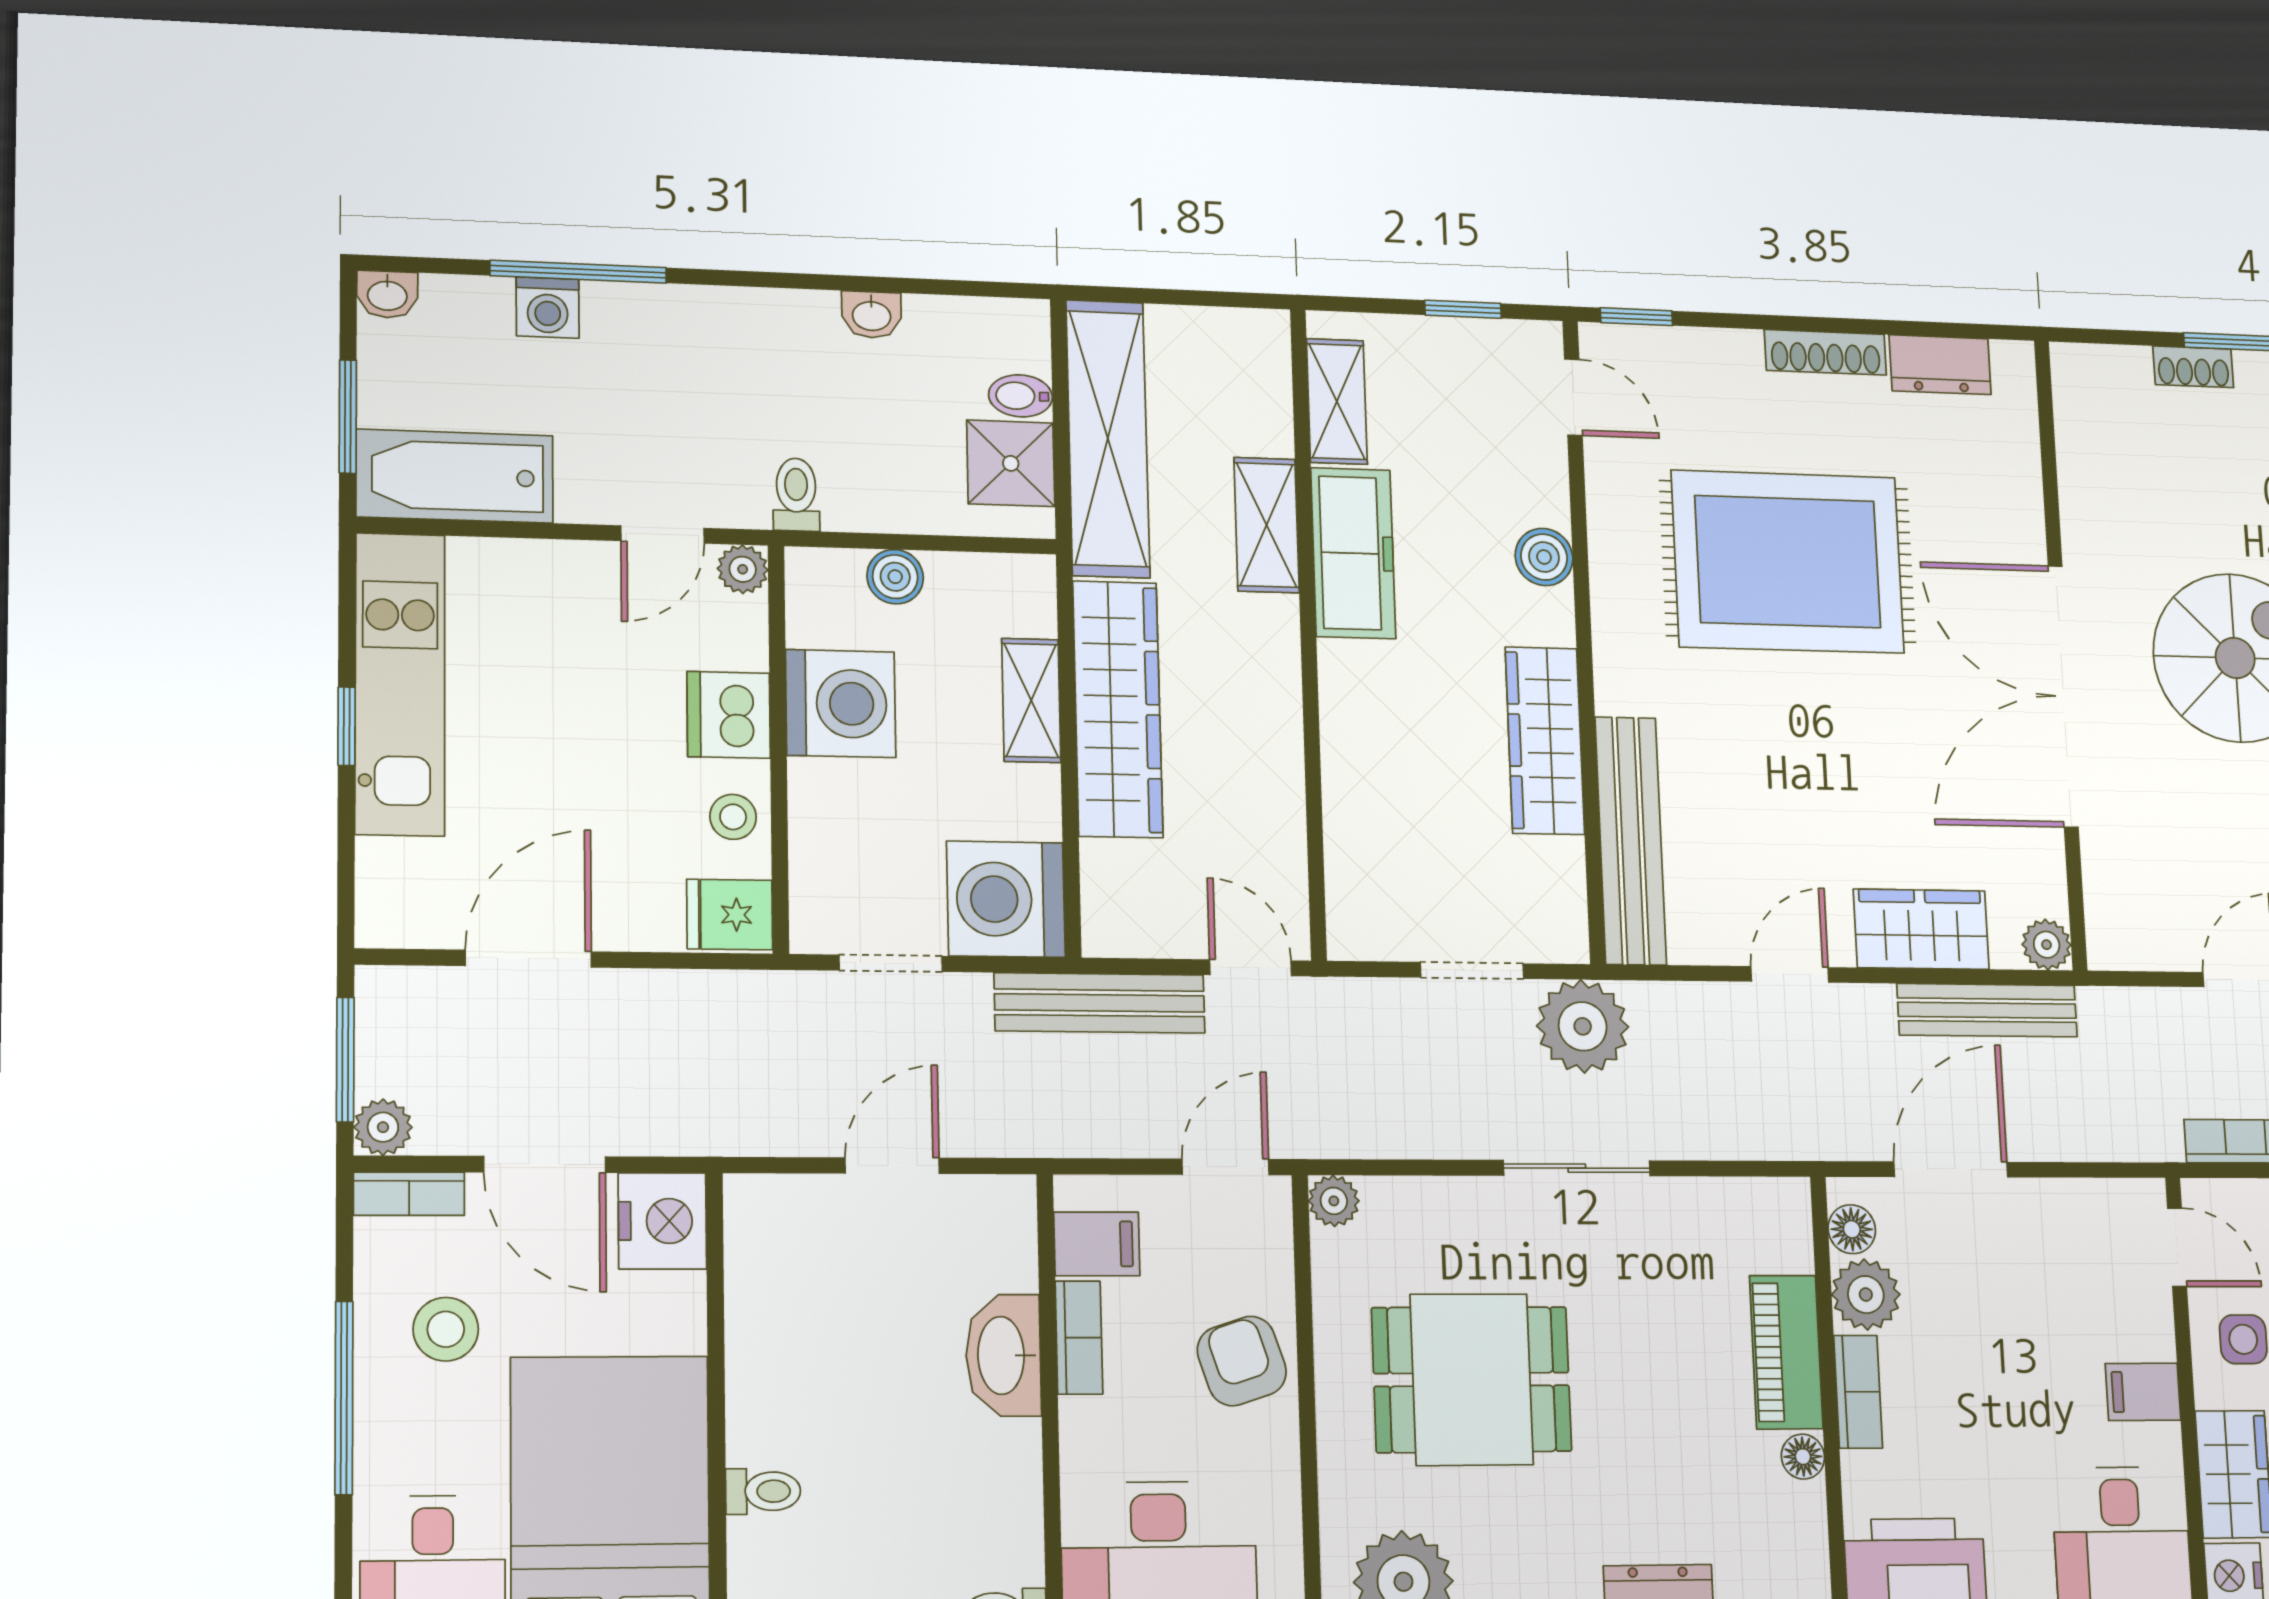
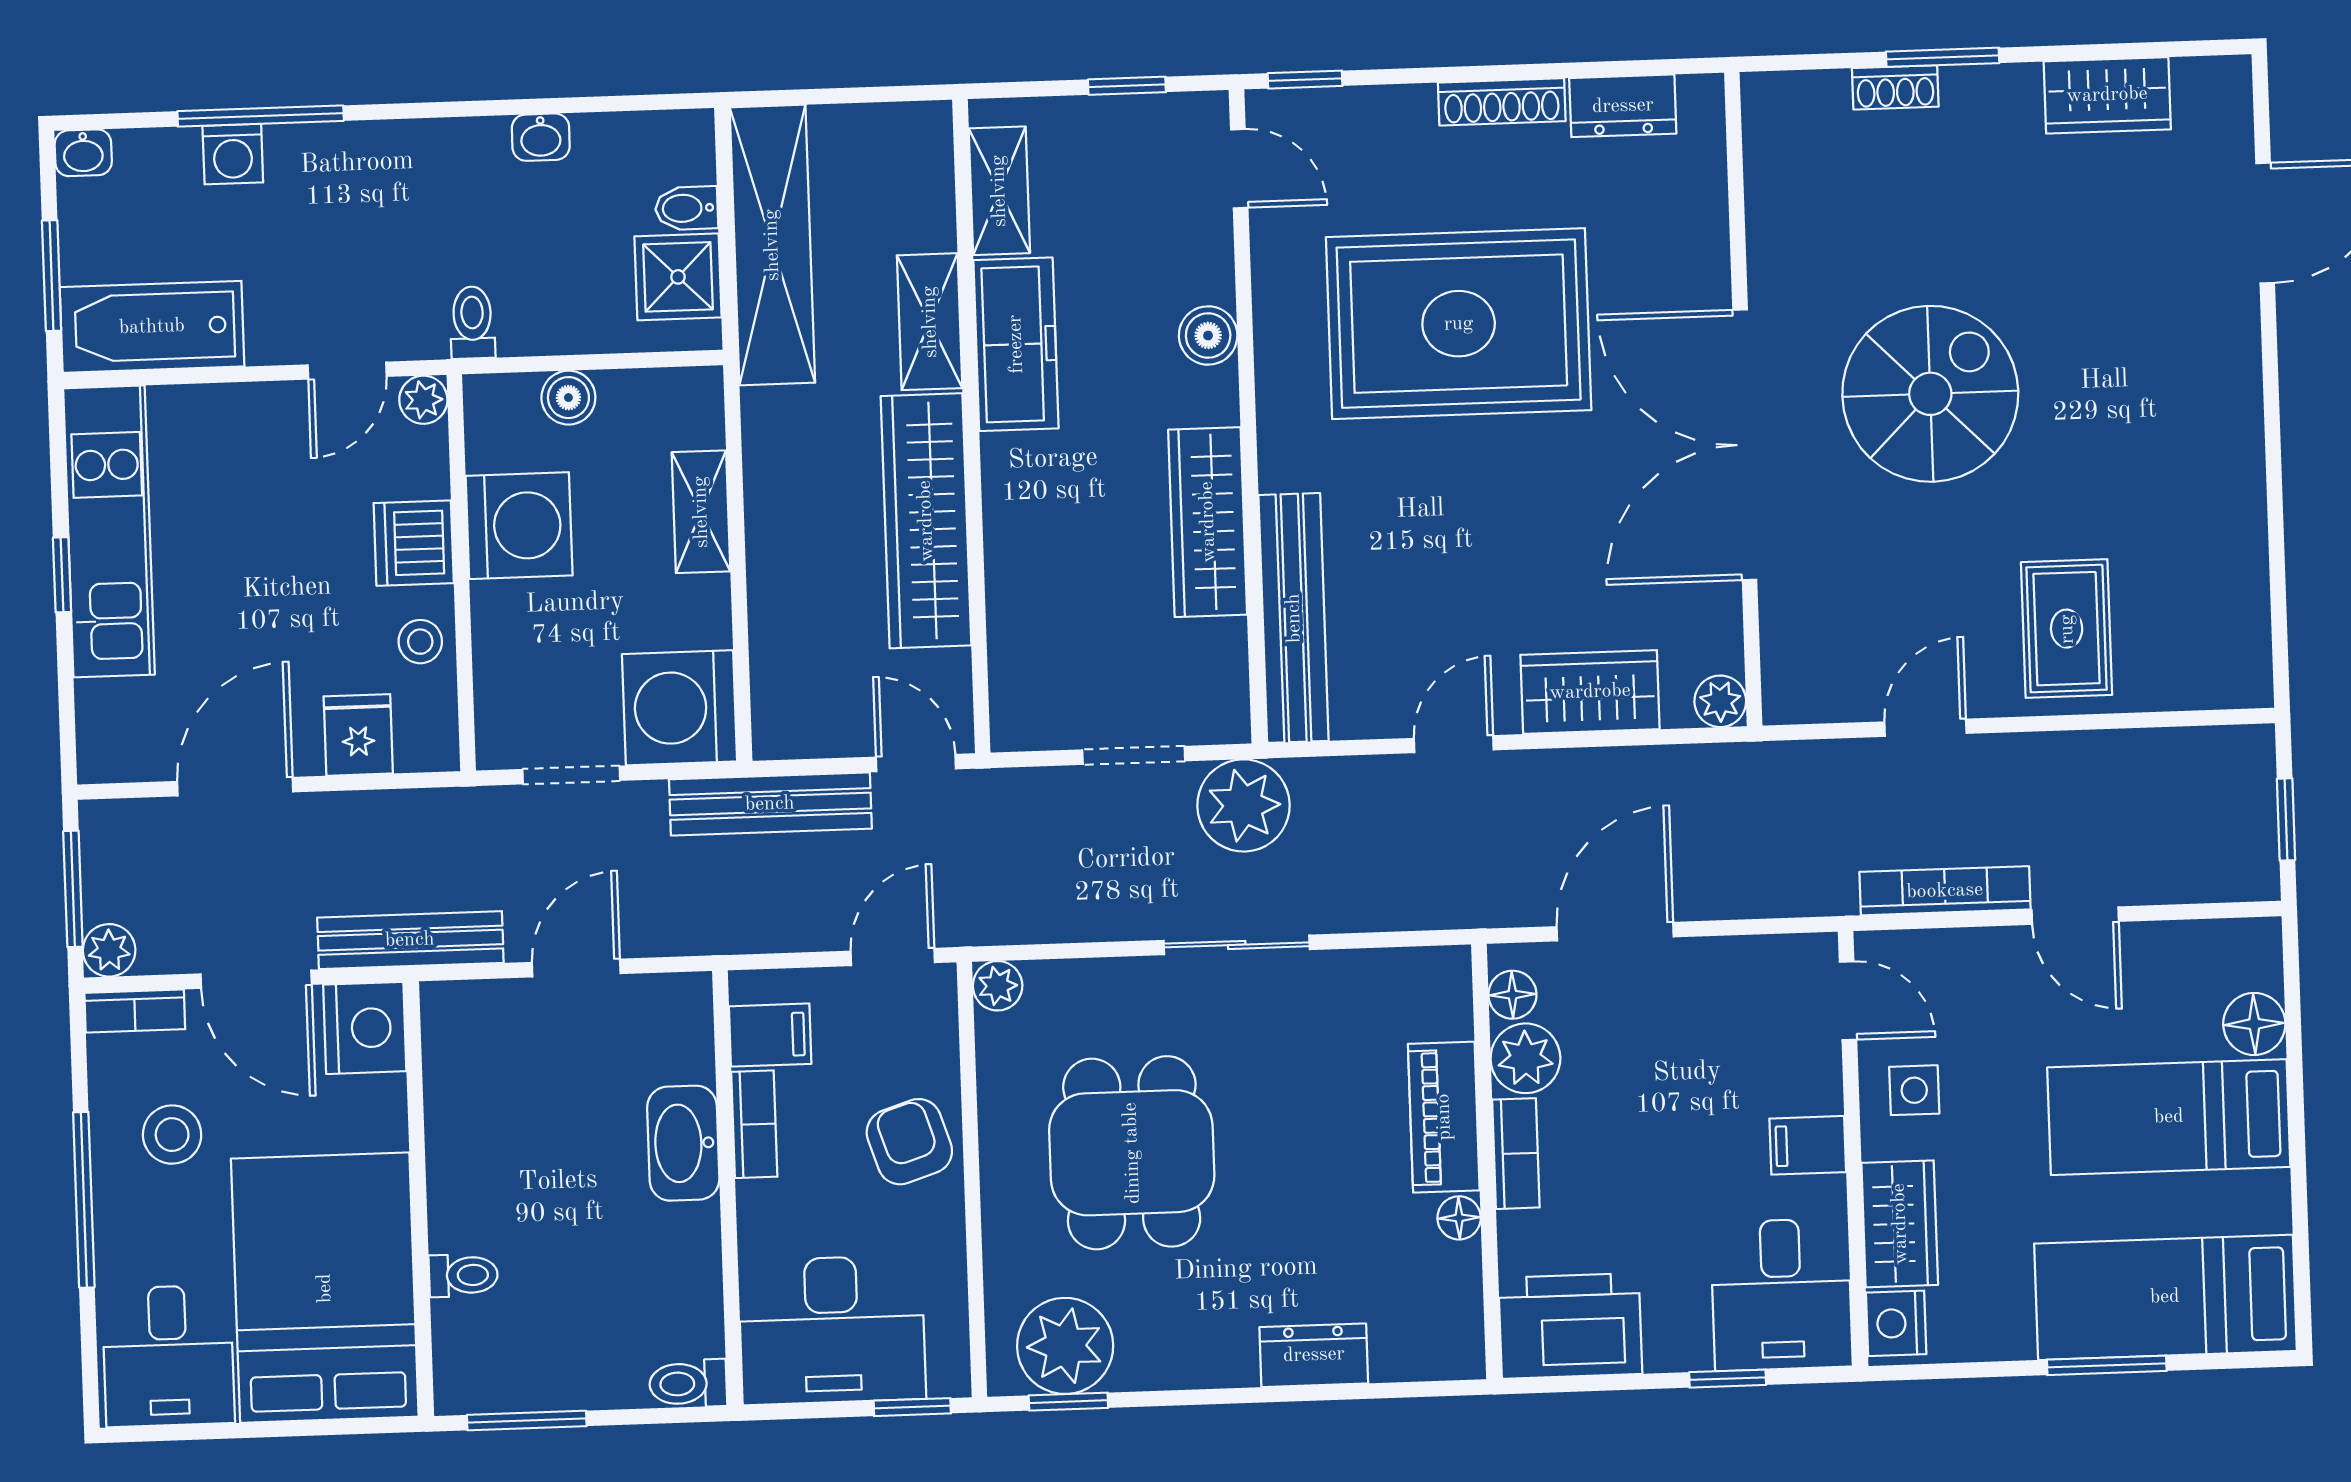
wardrobe: (1118, 709) -> (926, 521), moved, turned 180
fridge: (730, 915) -> (358, 735), moved, turned 90
bench: (1987, 1010) -> (410, 940), moved
dining table: (1472, 1379) -> (1132, 1153), turned 90

